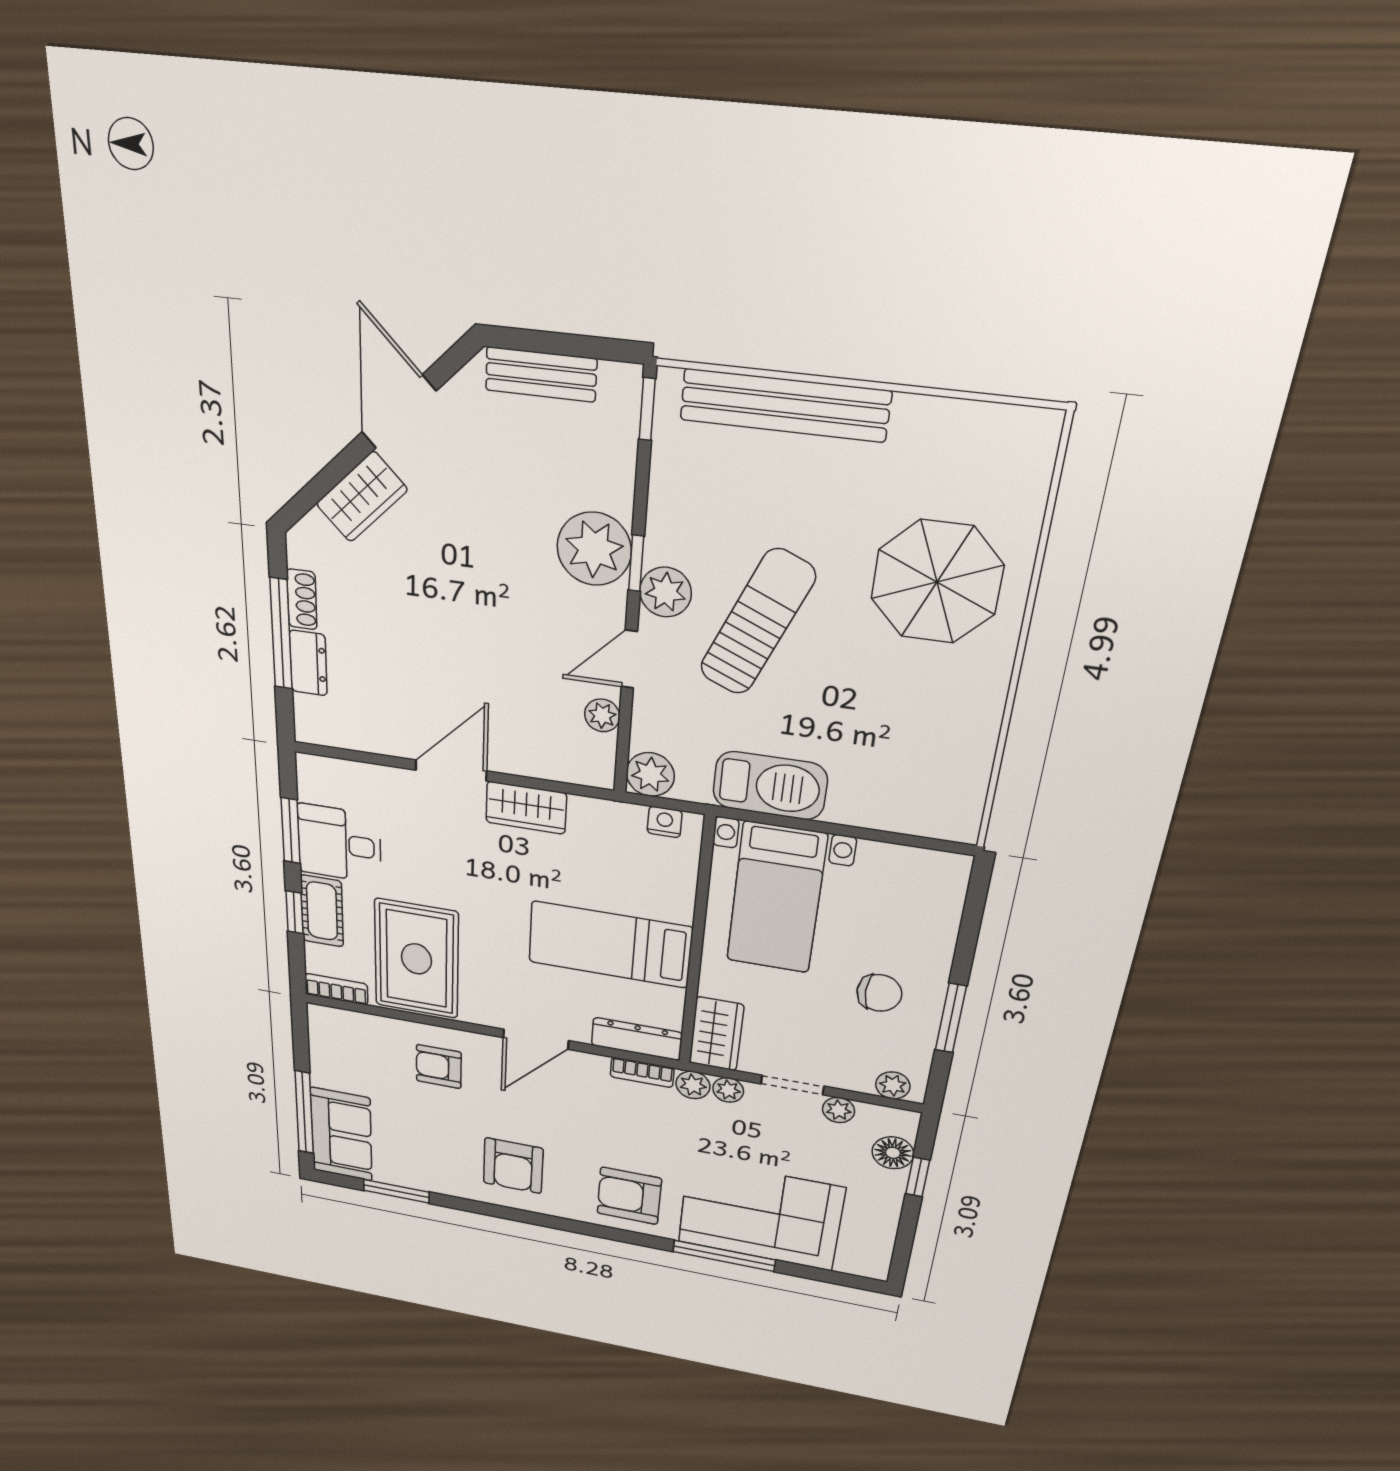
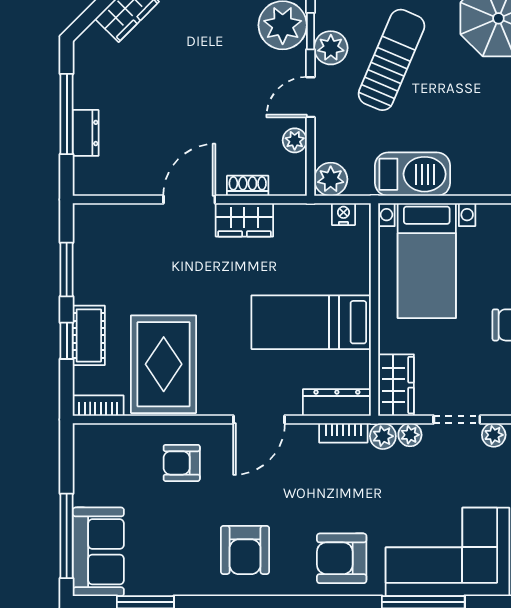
shoe rack: (302, 599) -> (248, 186), moved, turned -90
desk: (339, 844) -> (104, 274), removed

